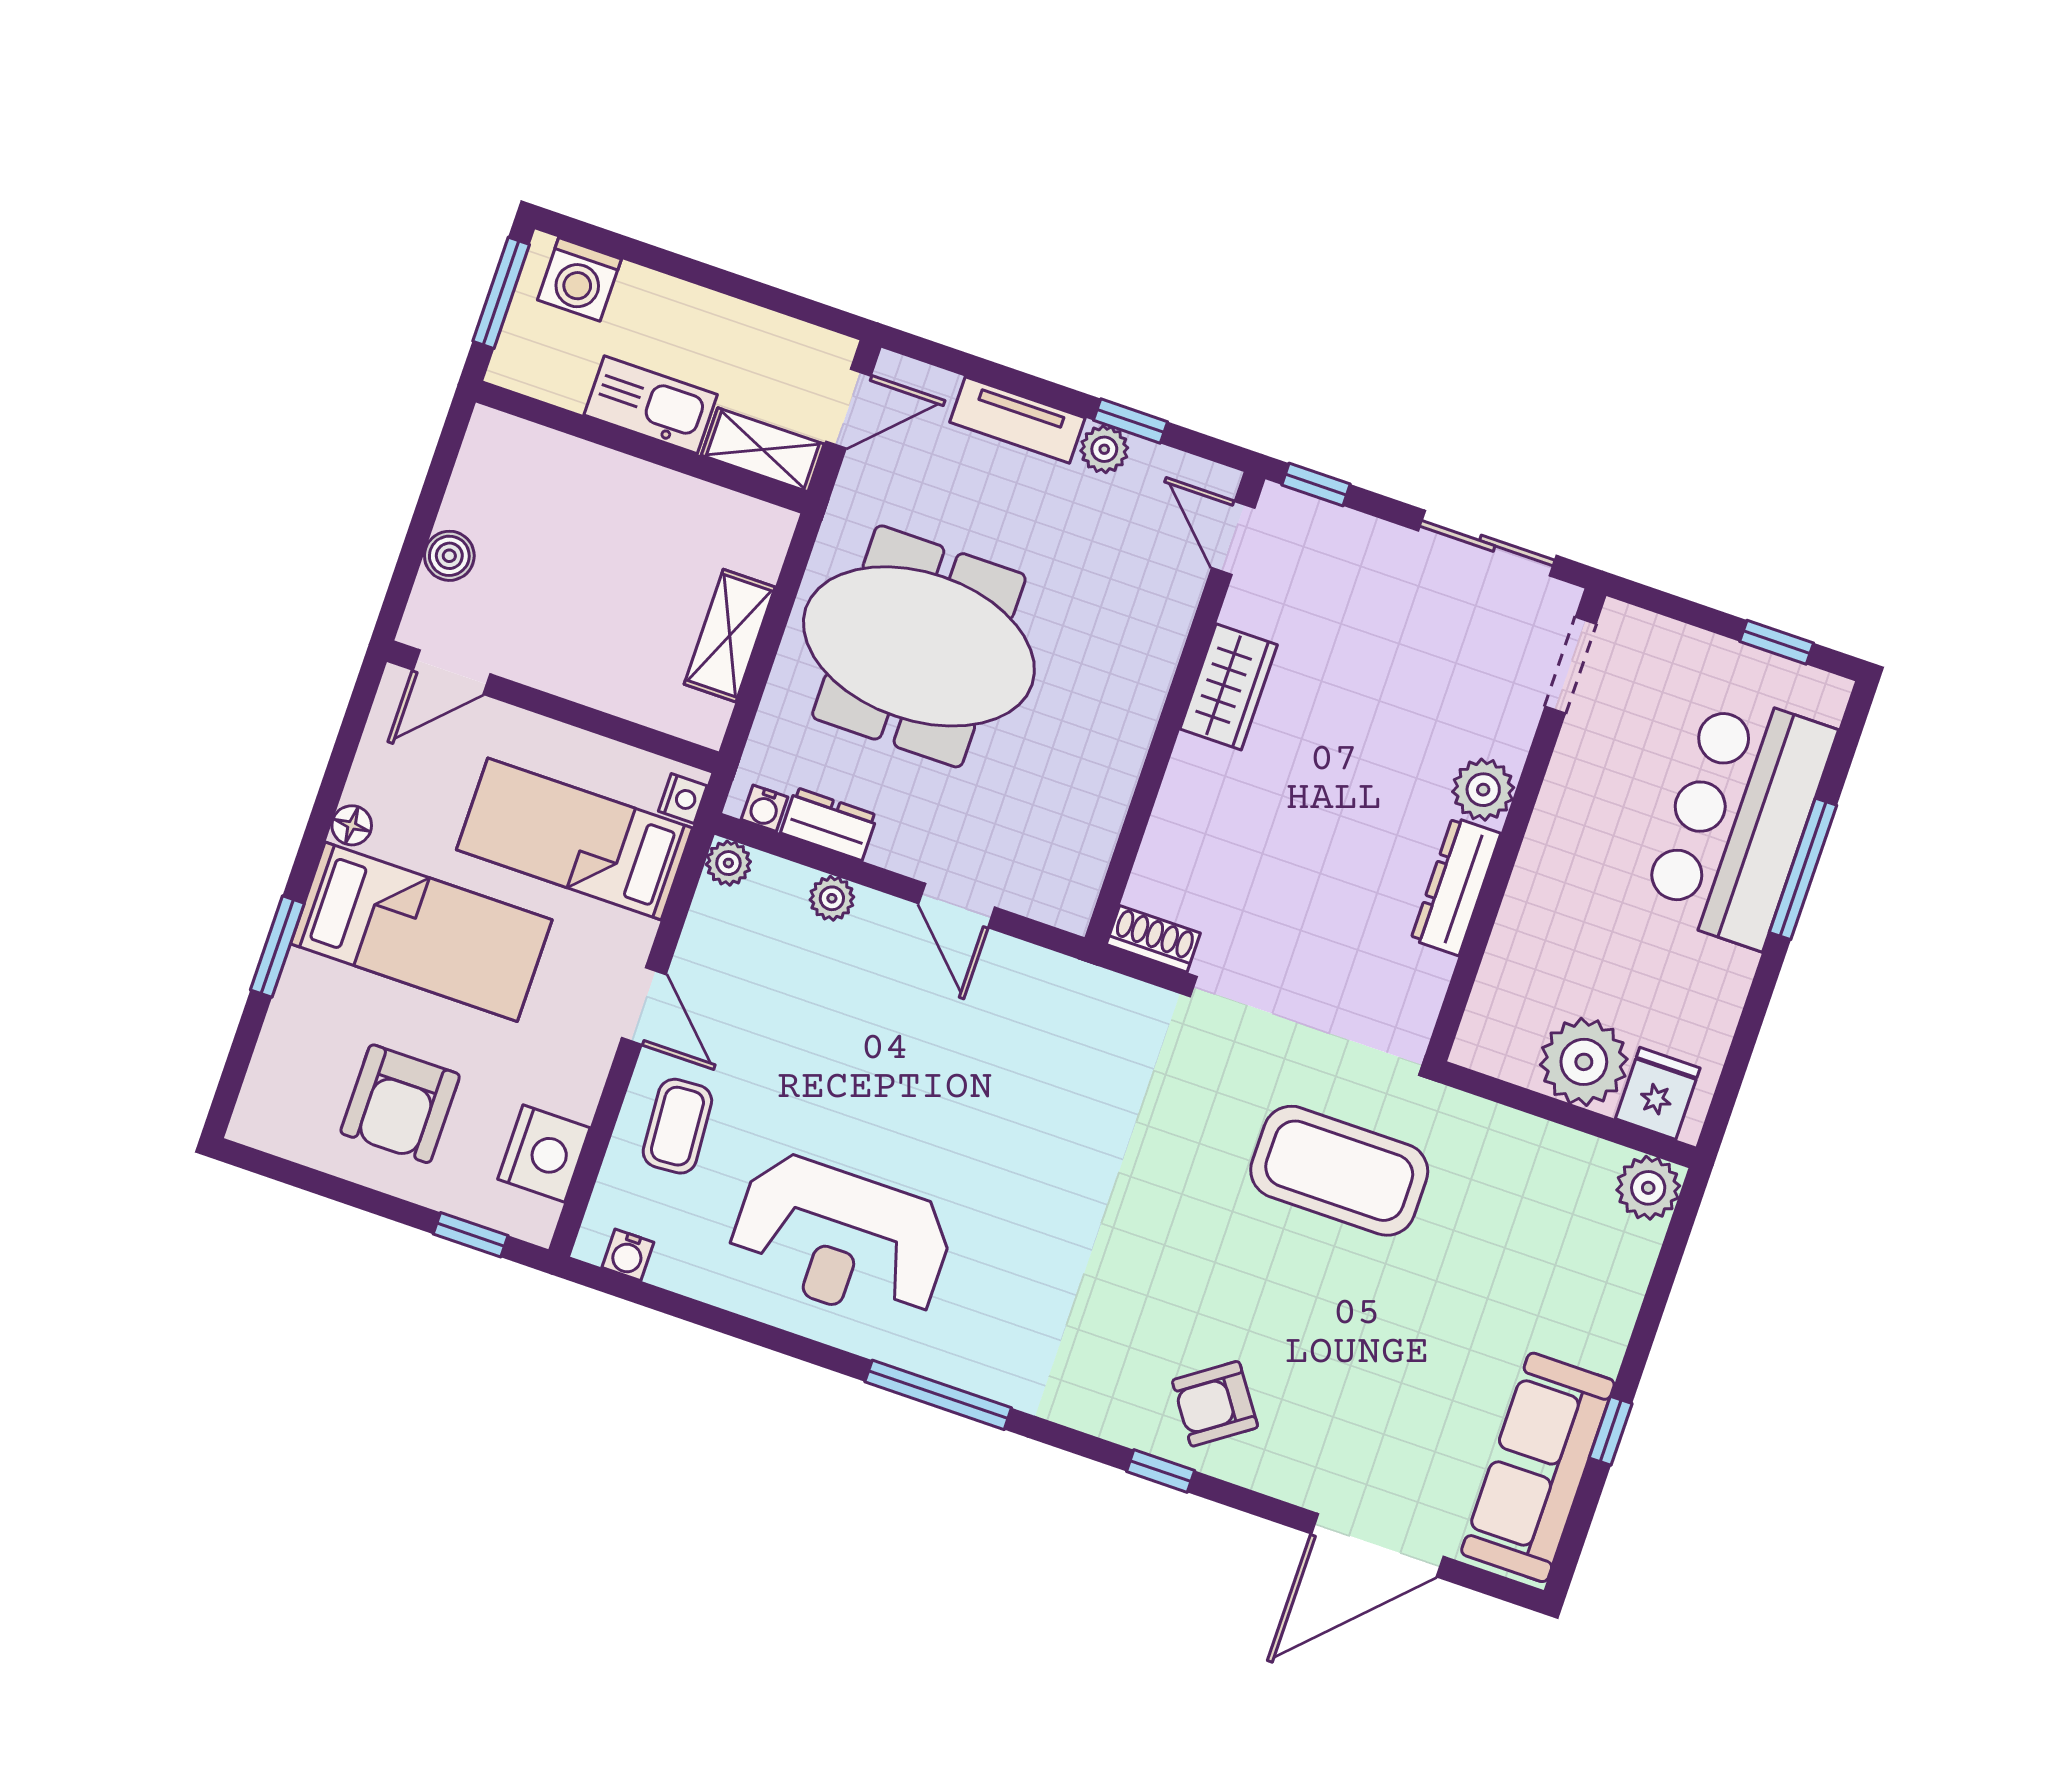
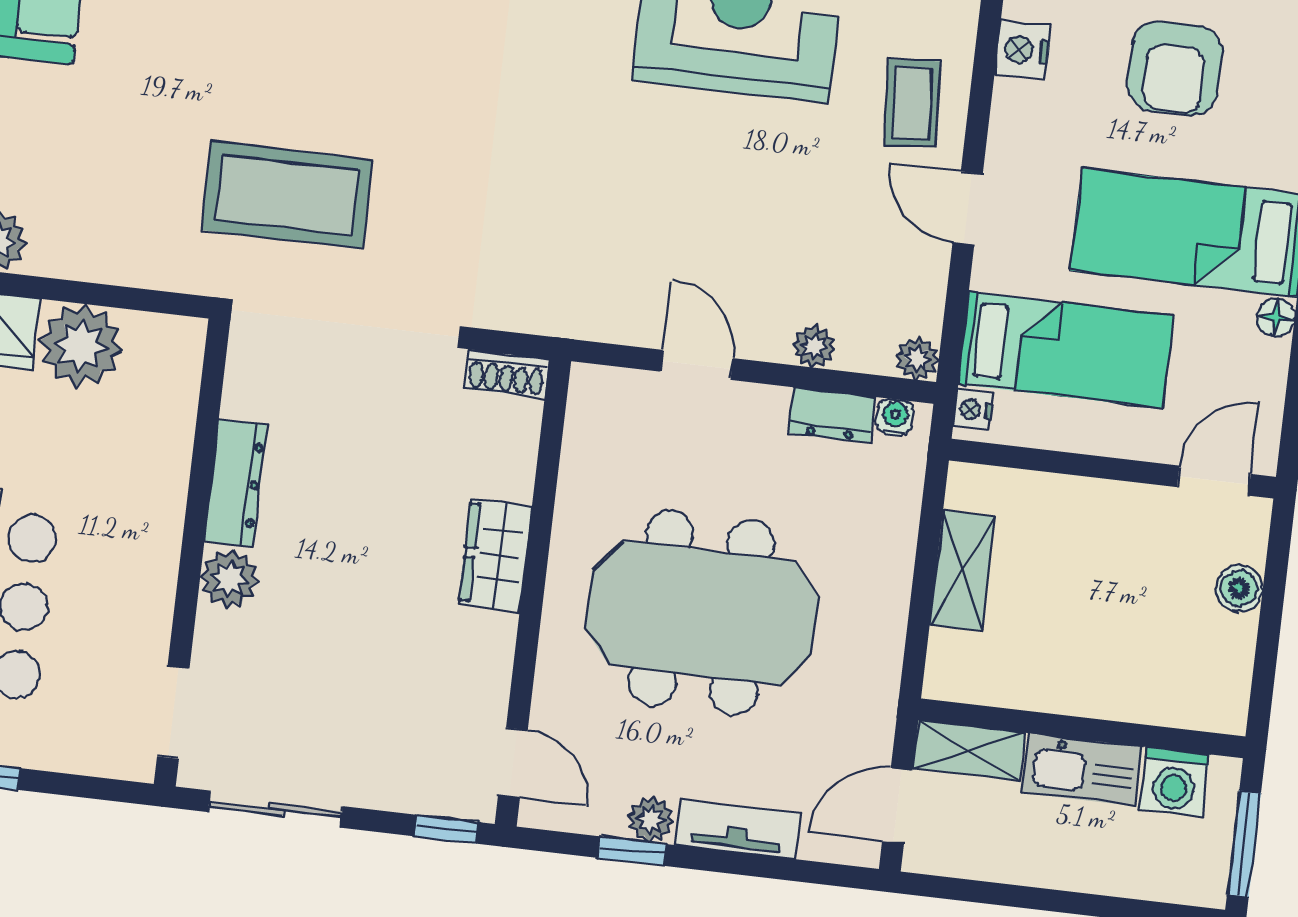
washing machine: (579, 279) -> (1174, 782), moved, turned 180
meeting table: (919, 646) -> (702, 613), moved
wardrobe: (1229, 687) -> (495, 555), moved
armchair: (400, 1104) -> (1175, 68), turned 180
nightstand: (544, 1153) -> (1023, 50), width x0.74, depth x0.75

